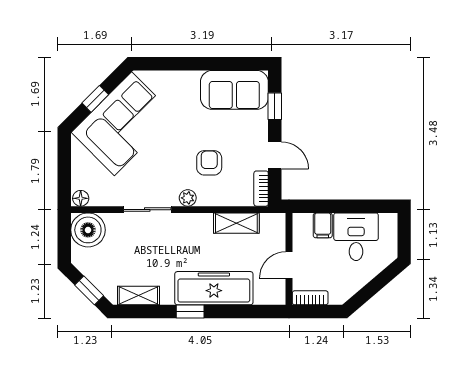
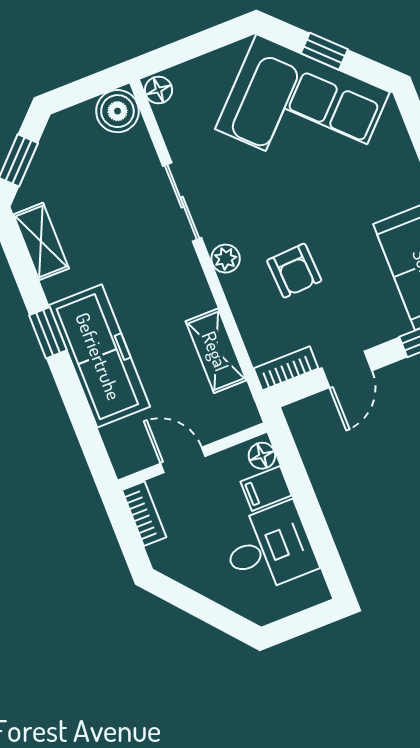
armchair: (209, 163) -> (294, 271), turned 87
floor lamp: (304, 221) -> (262, 456), added
boiler: (88, 230) -> (117, 111), width x0.73, depth x0.73

